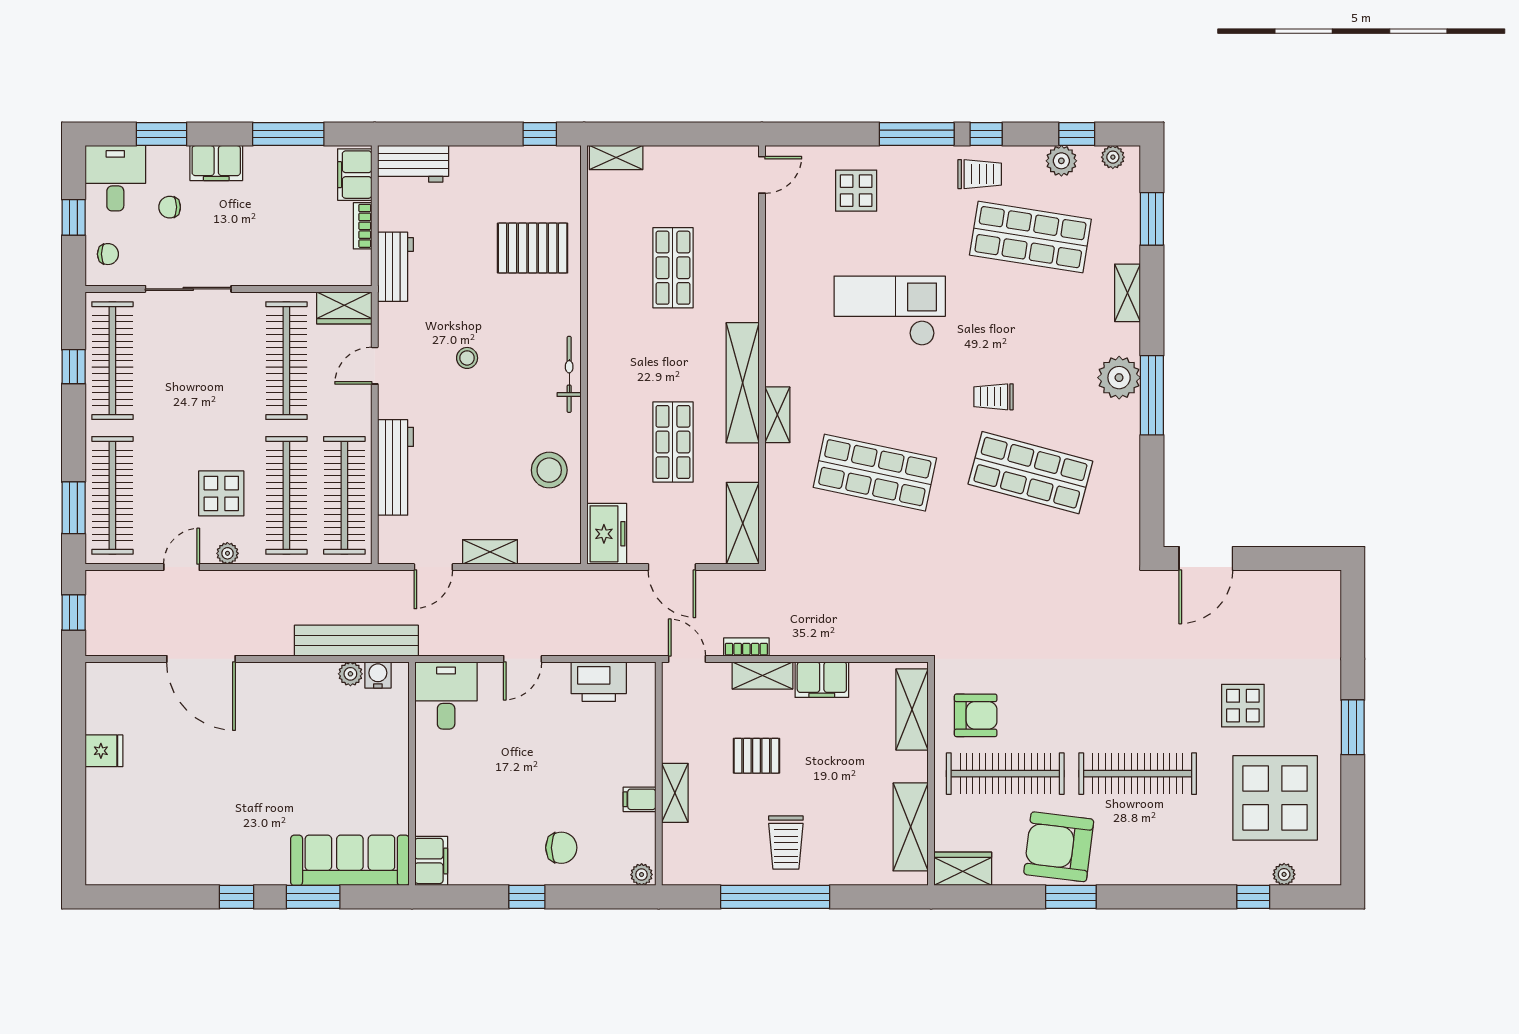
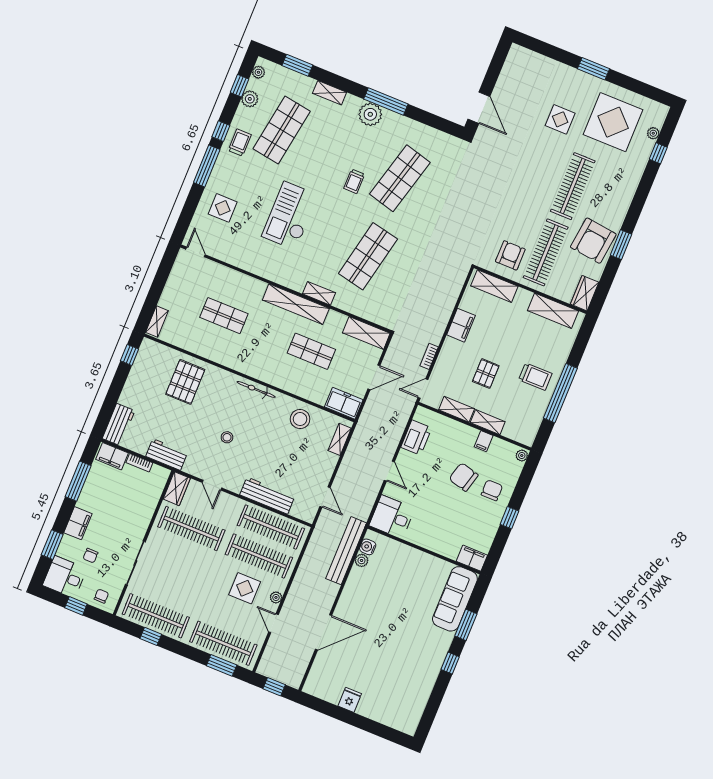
shelving: (490, 552) -> (340, 439), moved
shelving: (762, 675) -> (457, 409), moved, turned 90
chair: (564, 790) -> (464, 477), added

